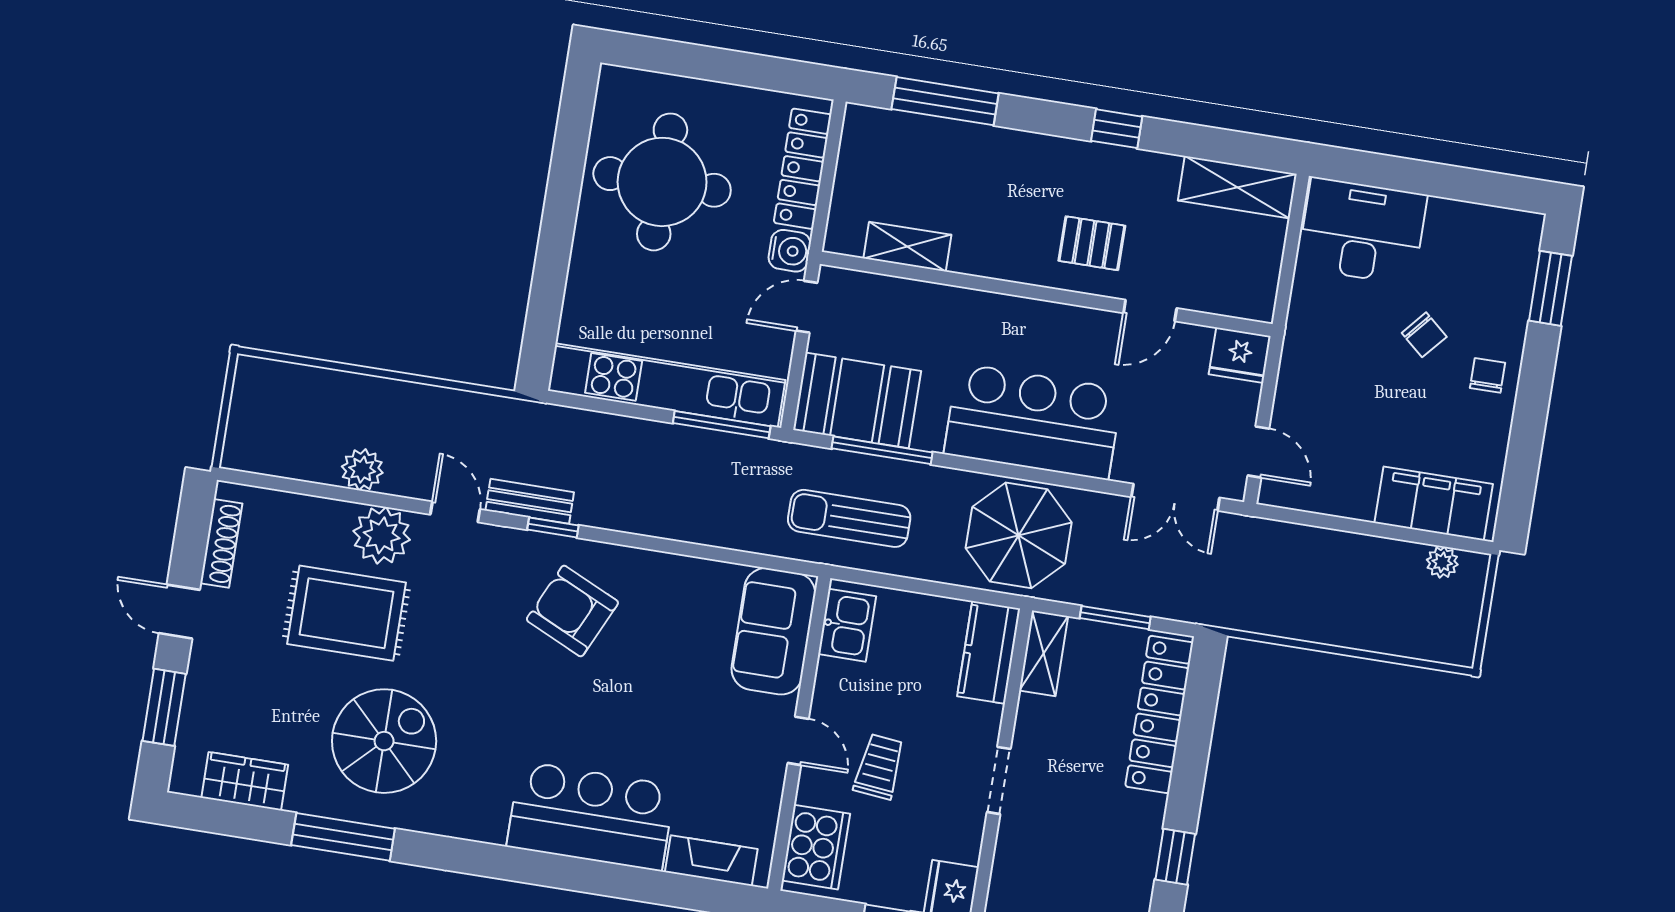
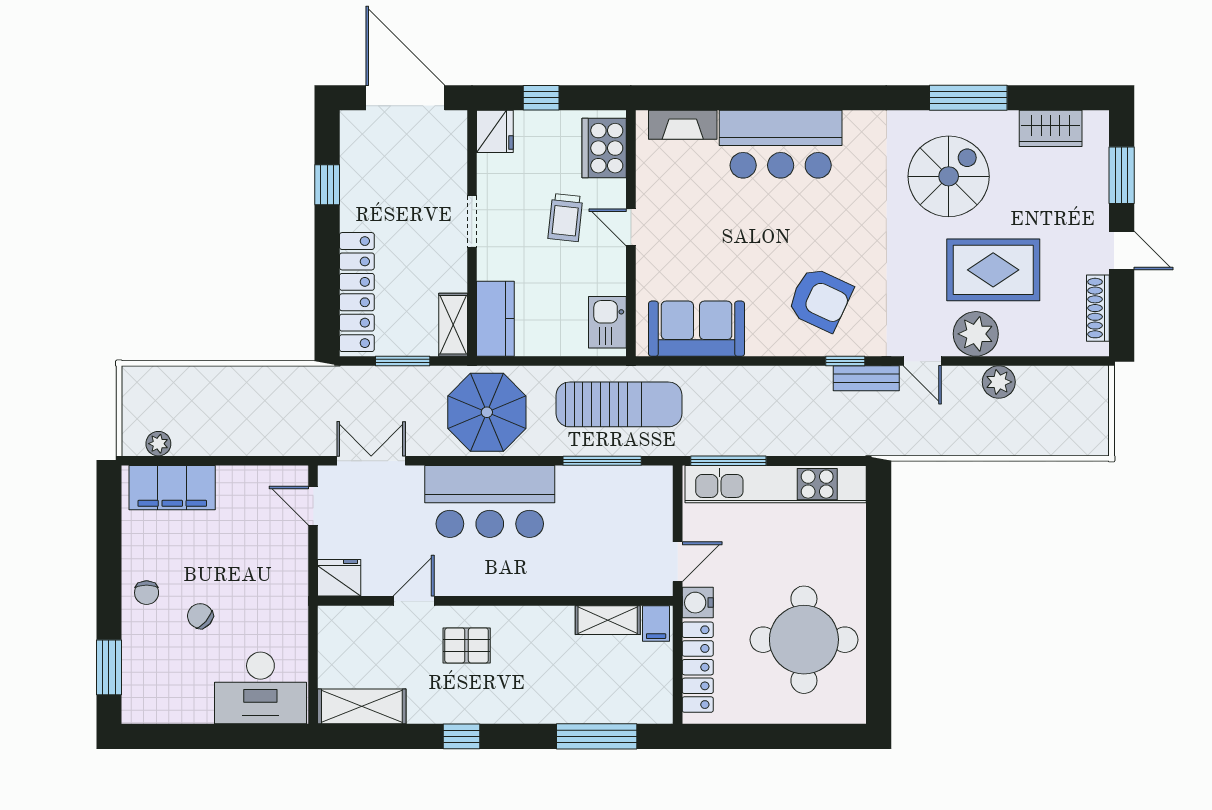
filing cabinet: (847, 233) -> (656, 624), added
booth: (857, 400) -> (627, 496), removed
sun lounger: (849, 518) -> (619, 404), width x1.36, depth x1.34
sofa: (773, 631) -> (697, 329), moved, turned -90
spiral stairs: (384, 741) -> (949, 176), turned 180

